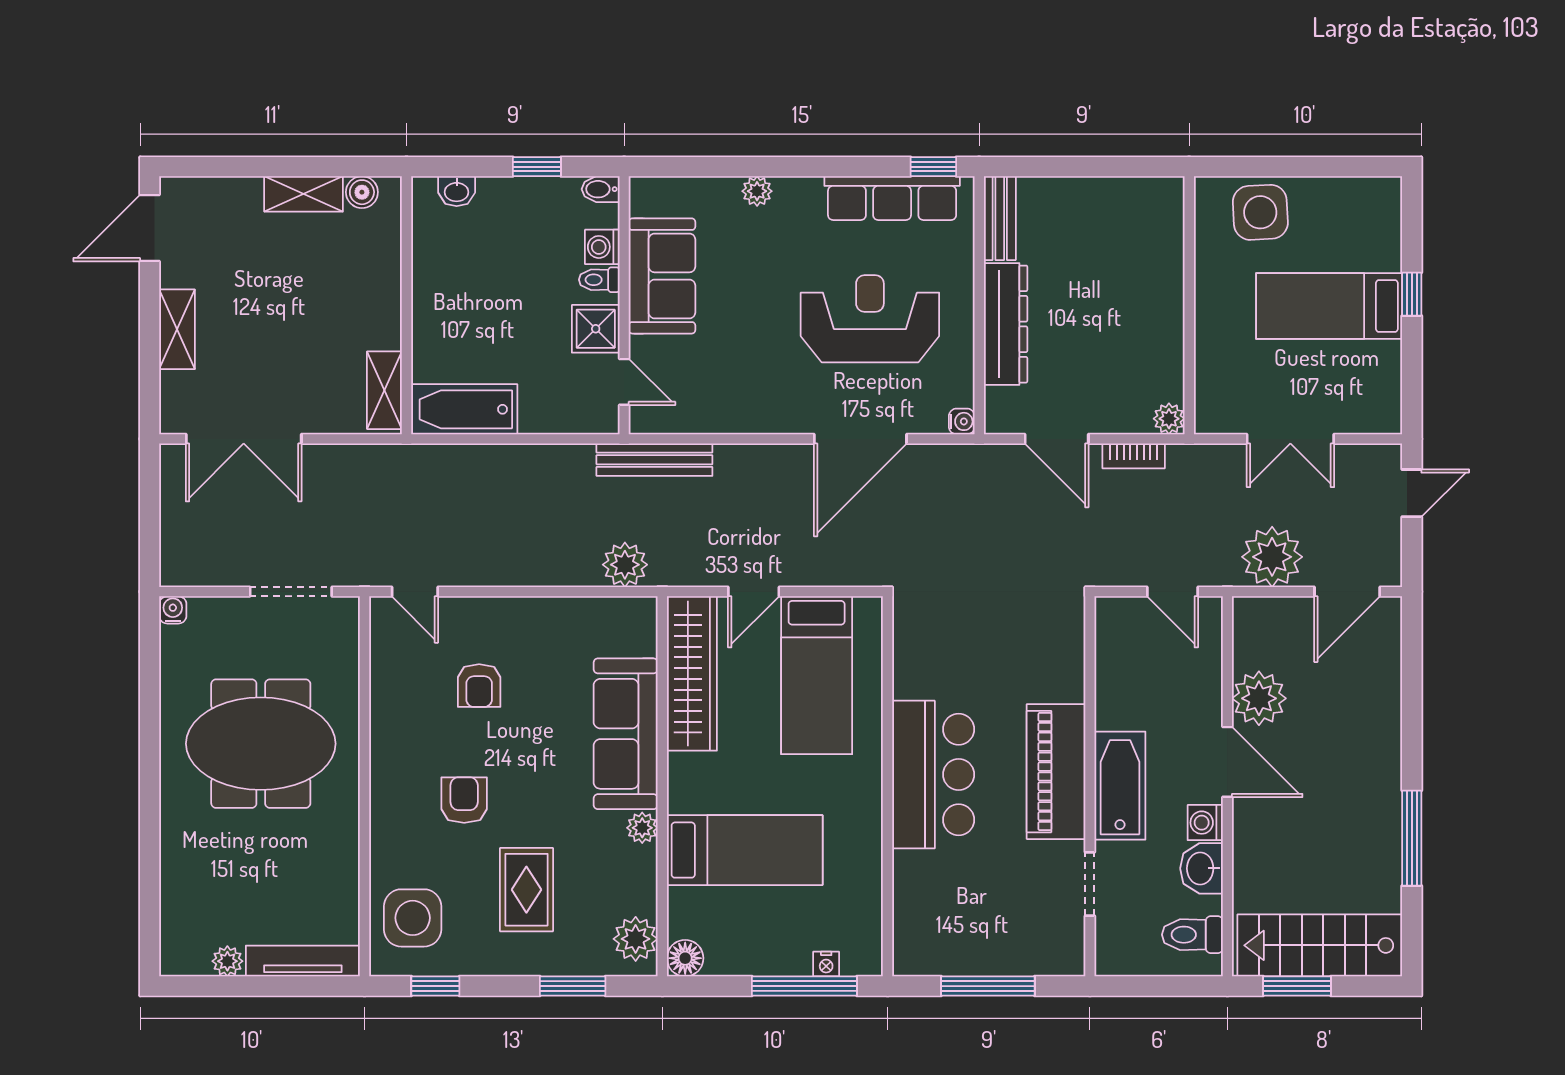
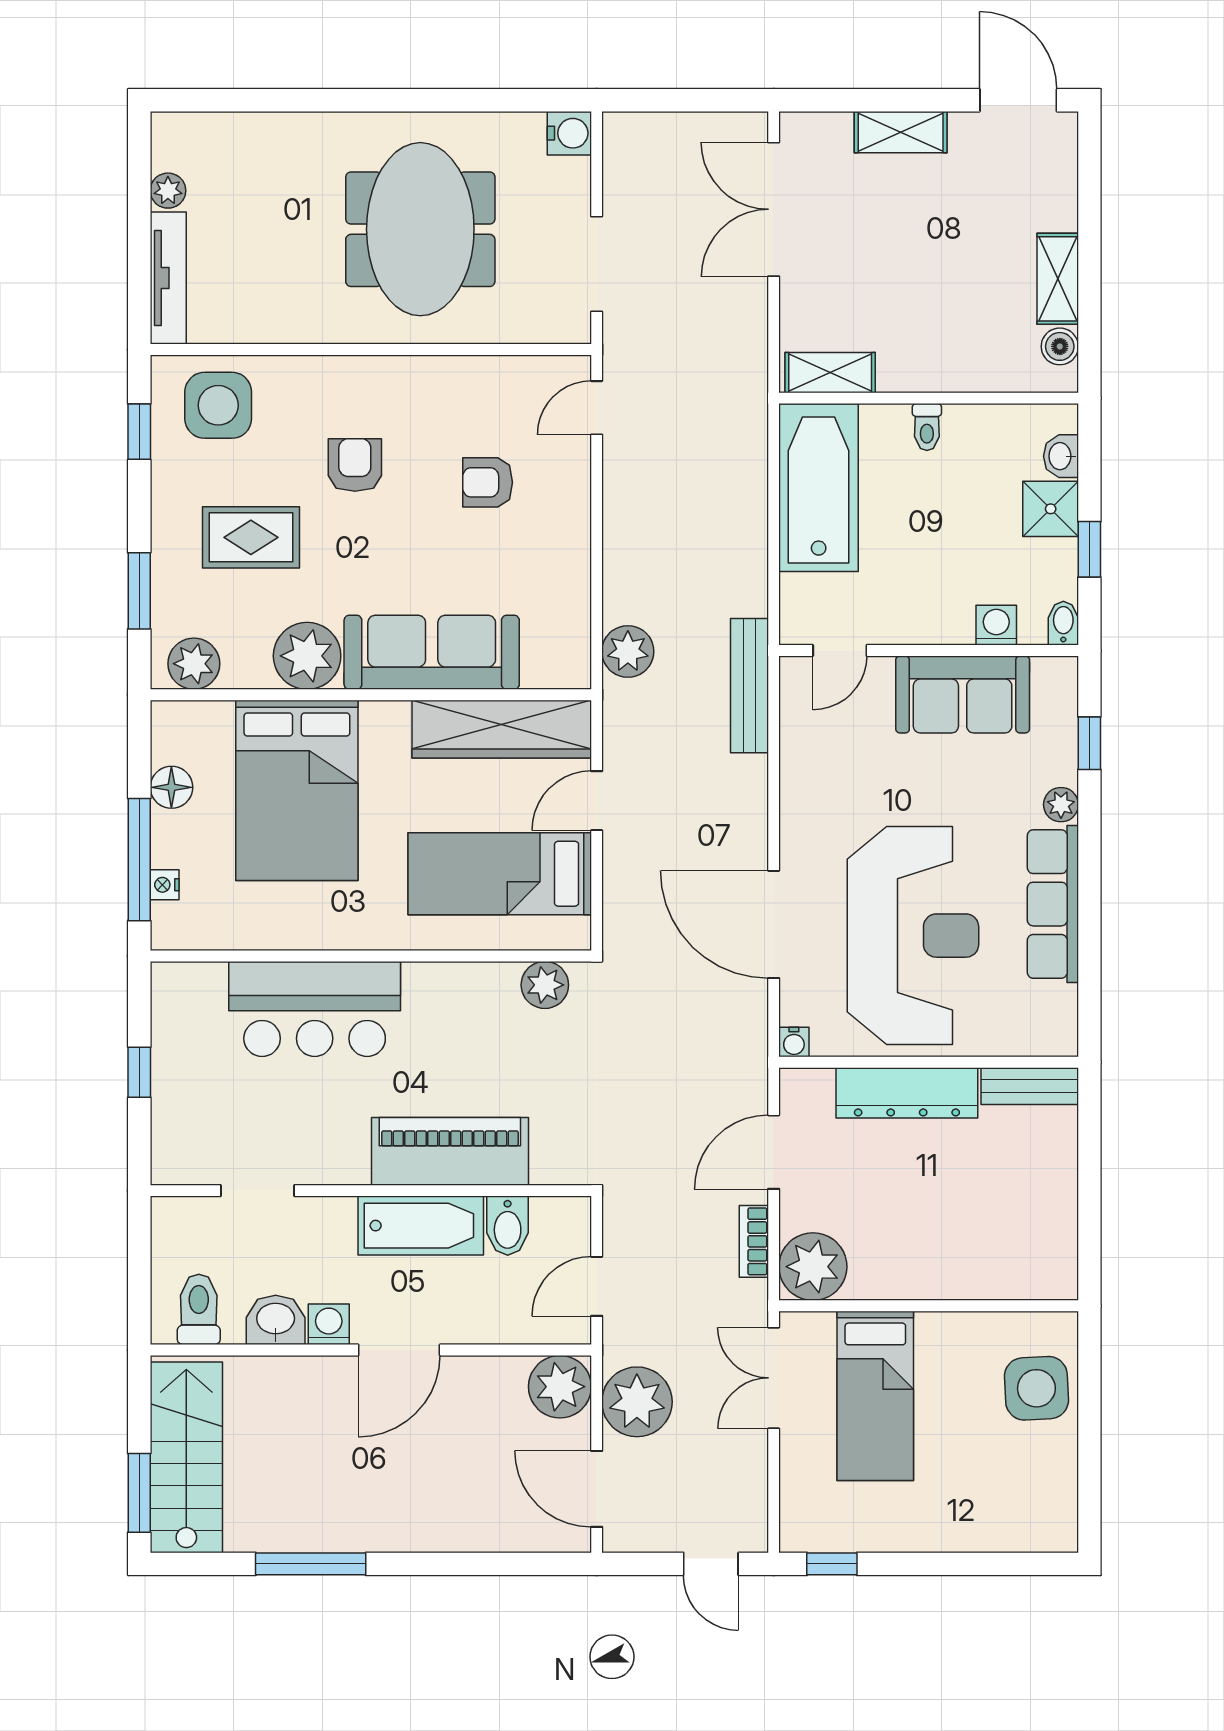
window: (933, 167) -> (1089, 743), moved
row of seats: (892, 198) -> (1053, 904), moved
toilet: (599, 280) -> (927, 427), moved, turned 180
window: (1412, 294) -> (832, 1564), moved
bed: (1329, 306) -> (875, 1396), moved, turned 180
reception desk: (870, 319) -> (913, 936), width x1.36, depth x1.30
shower: (596, 329) -> (1051, 509), moved
bathtub: (464, 409) -> (819, 488), width x1.36, depth x1.36
plant: (1169, 419) -> (813, 1267), width x1.87, depth x1.87
double door: (1290, 439) -> (774, 1378), moved
door: (754, 592) -> (597, 801), hinge flipped
water cooler: (173, 610) -> (569, 133), width x1.38, depth x1.38
plant: (913, 636) -> (545, 985), added
bidet: (1120, 668) -> (508, 1226), added
plant: (1259, 698) -> (560, 1387), moved
piano: (1056, 772) -> (450, 1151), moved
bar counter: (933, 775) -> (315, 1009), moved
bathtub: (1120, 786) -> (421, 1226), moved
armchair: (464, 800) -> (355, 465), turned -90
plant: (642, 828) -> (307, 656), width x1.87, depth x1.87
bed: (745, 850) -> (297, 790), width x1.50
floor lamp: (685, 958) -> (171, 787), moved
window: (988, 986) -> (139, 1072), width x0.46
window: (1297, 986) -> (139, 1493), moved

